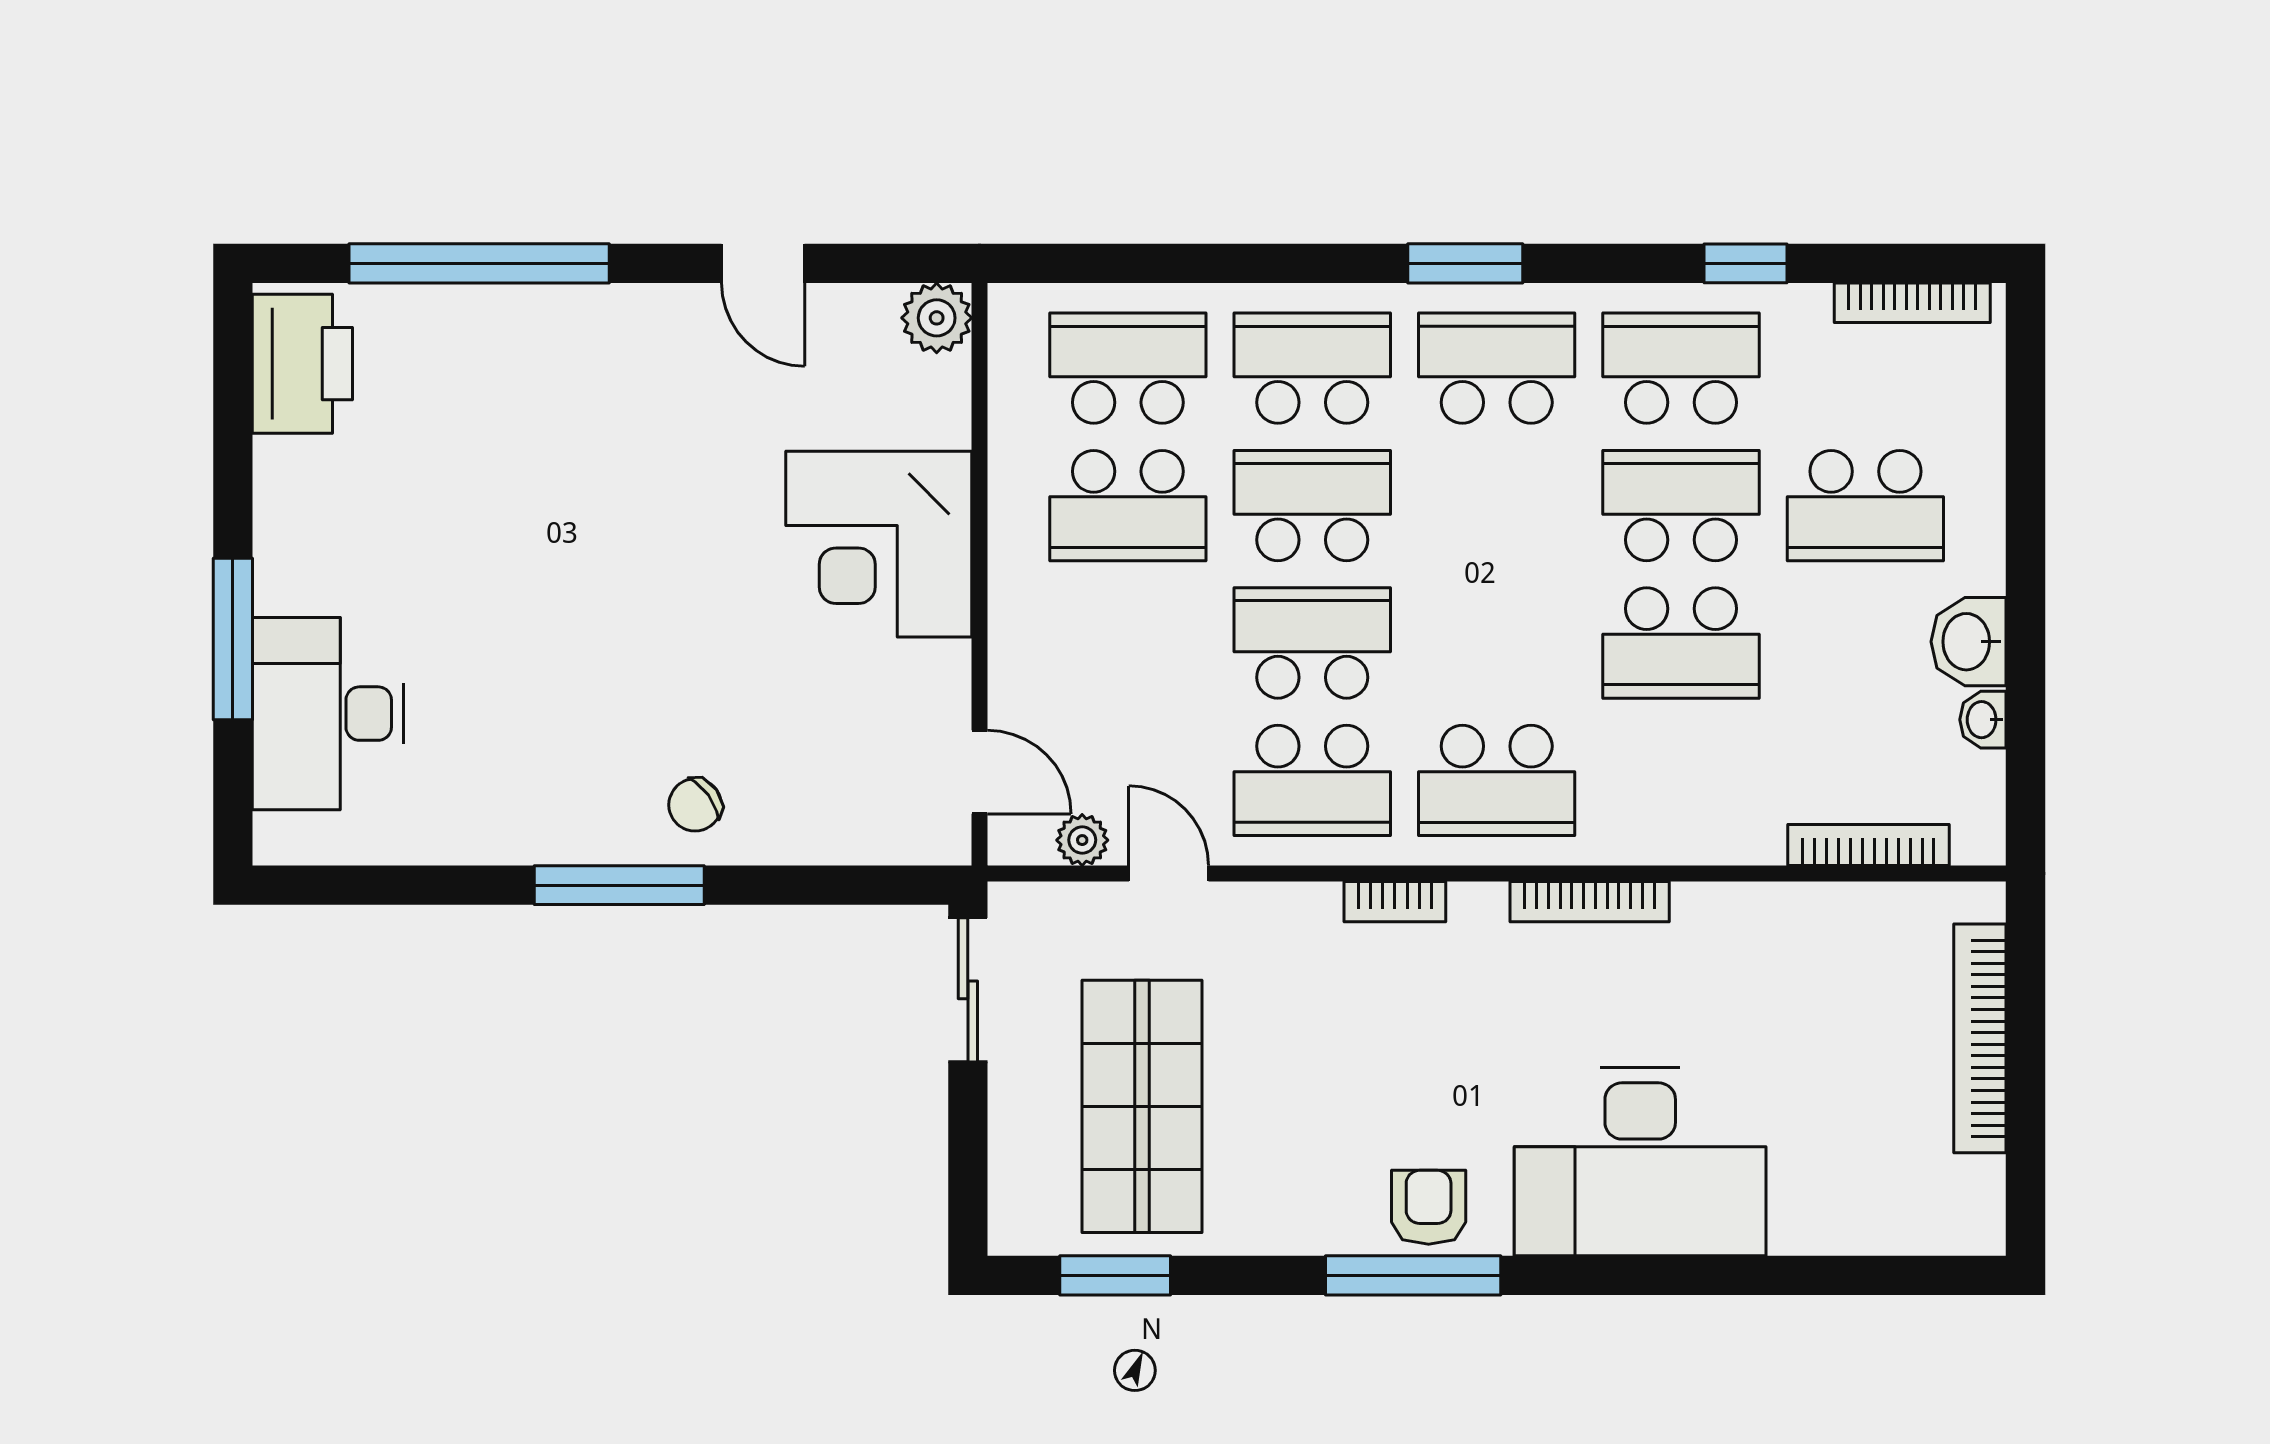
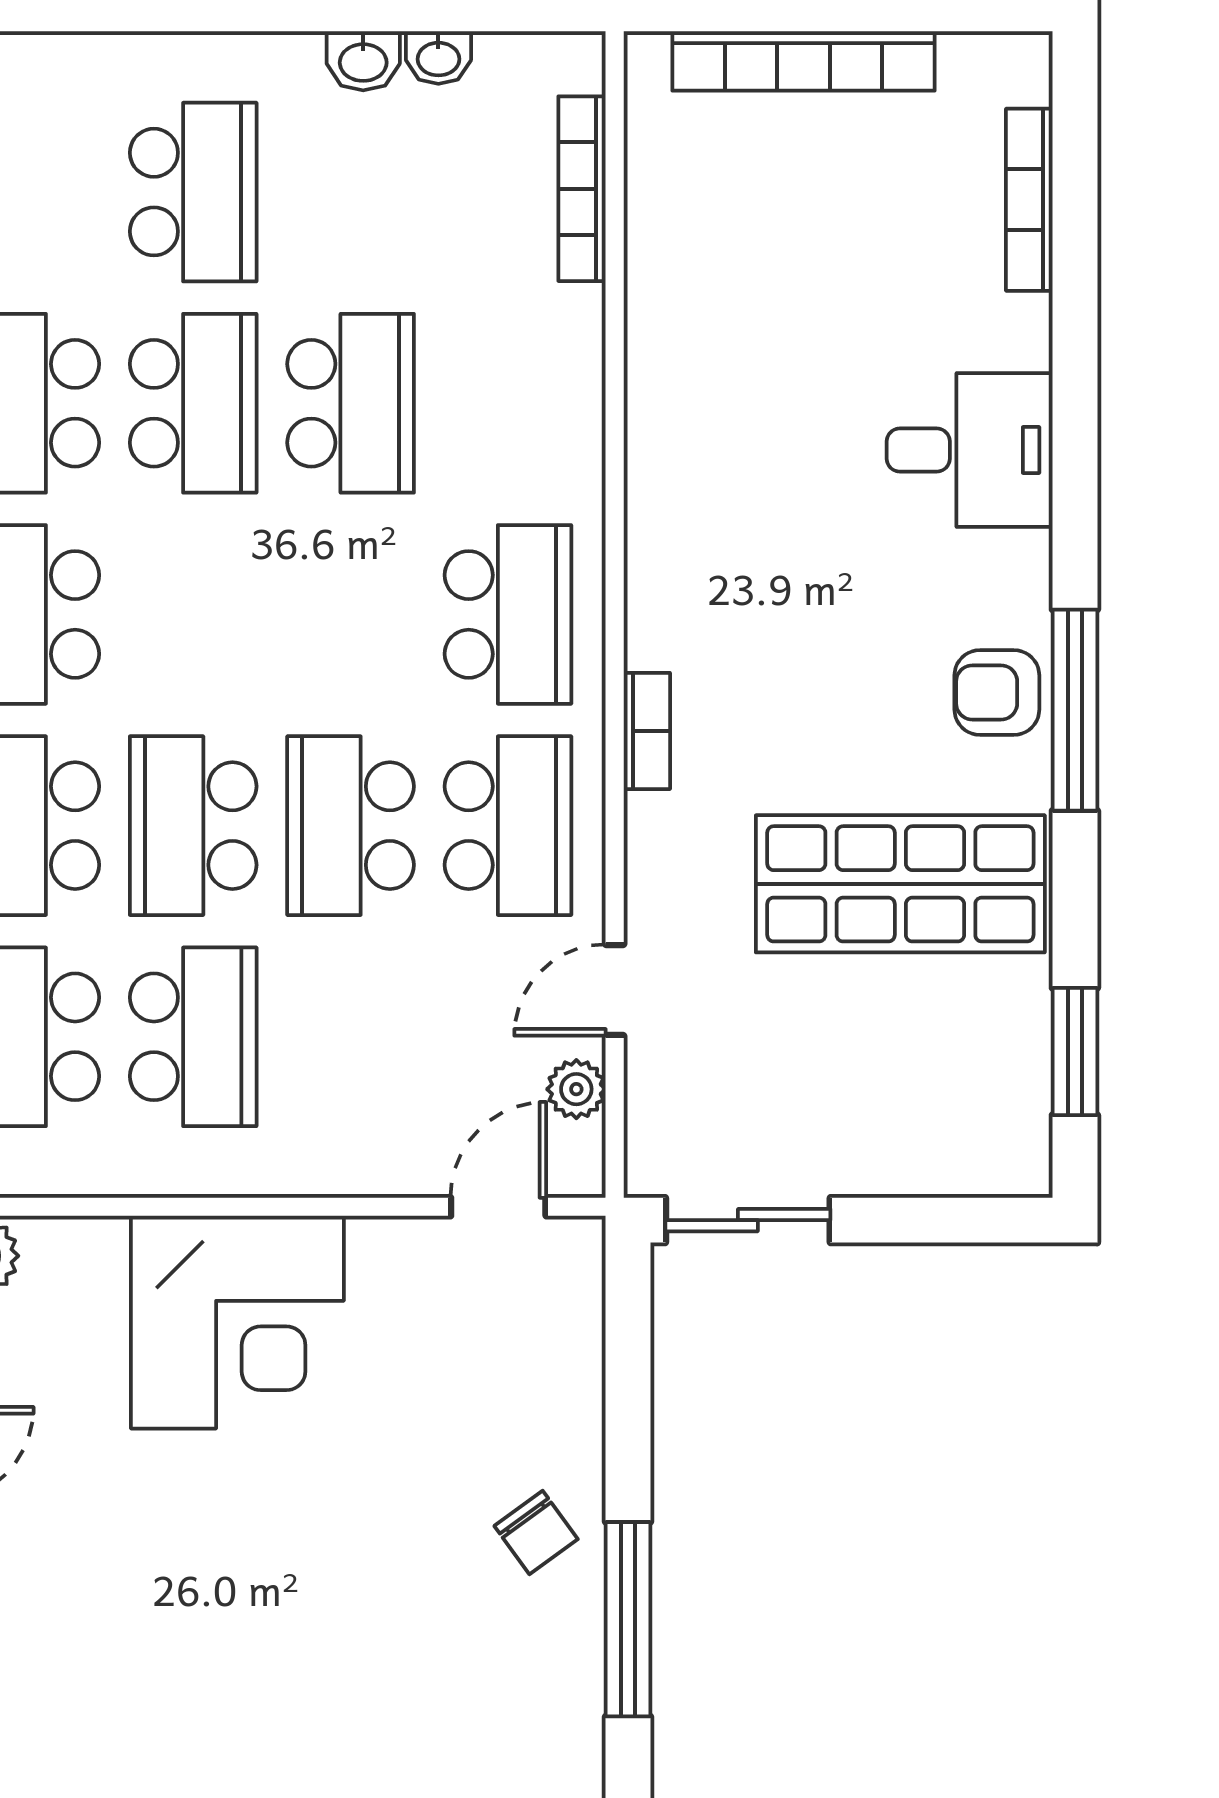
school desk: (1681, 506) -> (193, 403), turned 180
washbasin: (1969, 642) -> (363, 61), width x0.72, depth x0.69
bookcase: (1590, 902) -> (1029, 200), moved, turned 180
shop shelf: (1142, 1106) -> (900, 884), moved
desk: (1640, 1162) -> (970, 450), width x0.53, depth x0.77

